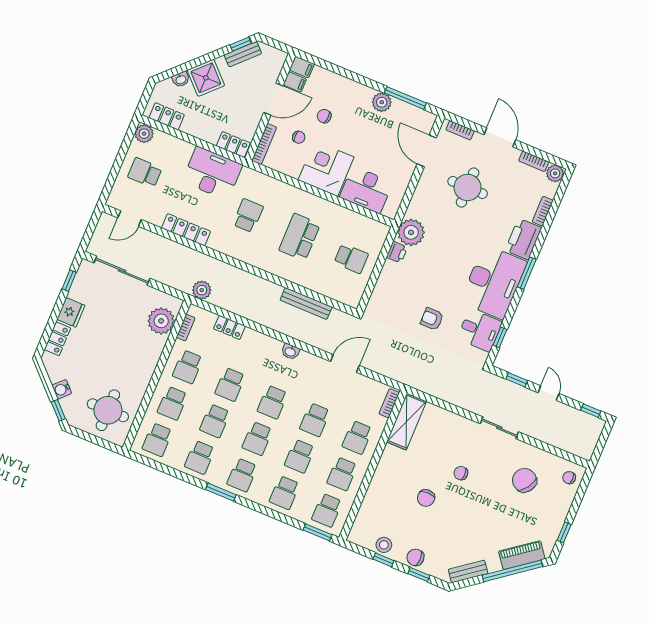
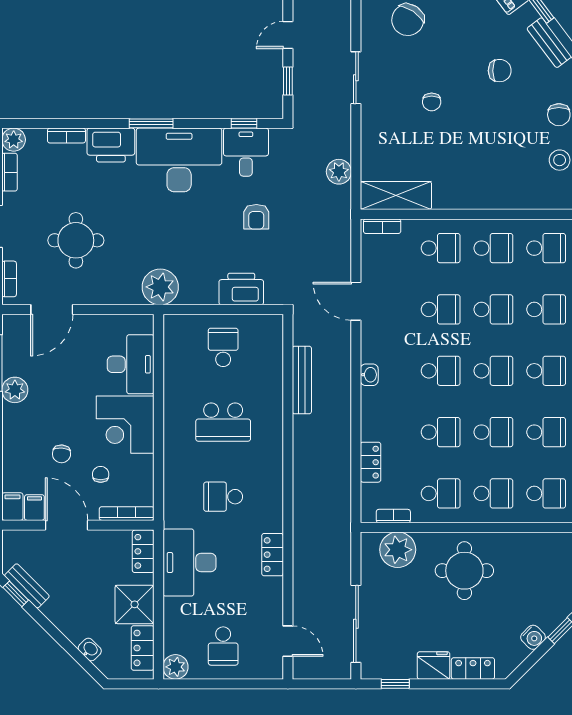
shower: (206, 78) -> (135, 604), moved, turned 45
locker: (186, 230) -> (273, 555), width x0.66
printer: (397, 252) -> (241, 289), moved, width x1.87, depth x1.48
plant: (202, 290) -> (339, 172), moved
round table: (108, 410) -> (464, 571), moved
chair: (426, 498) -> (500, 71), moved

